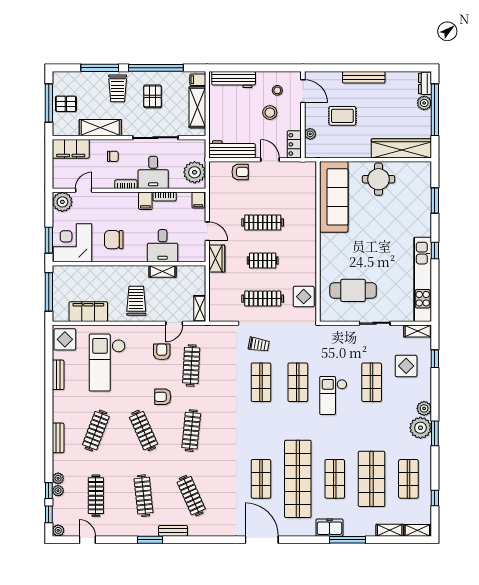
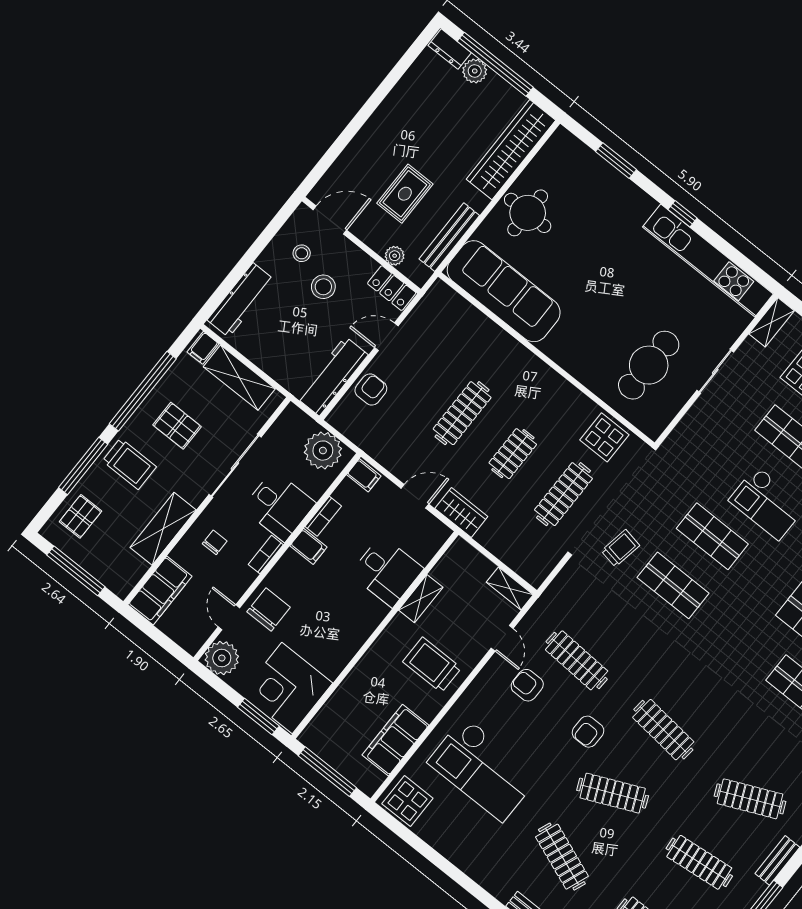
bench: (364, 77) -> (449, 237), moved
pallet: (66, 104) -> (81, 516), moved
chair: (114, 240) -> (269, 610), moved, turned 180
bench: (58, 375) -> (447, 848), removed

